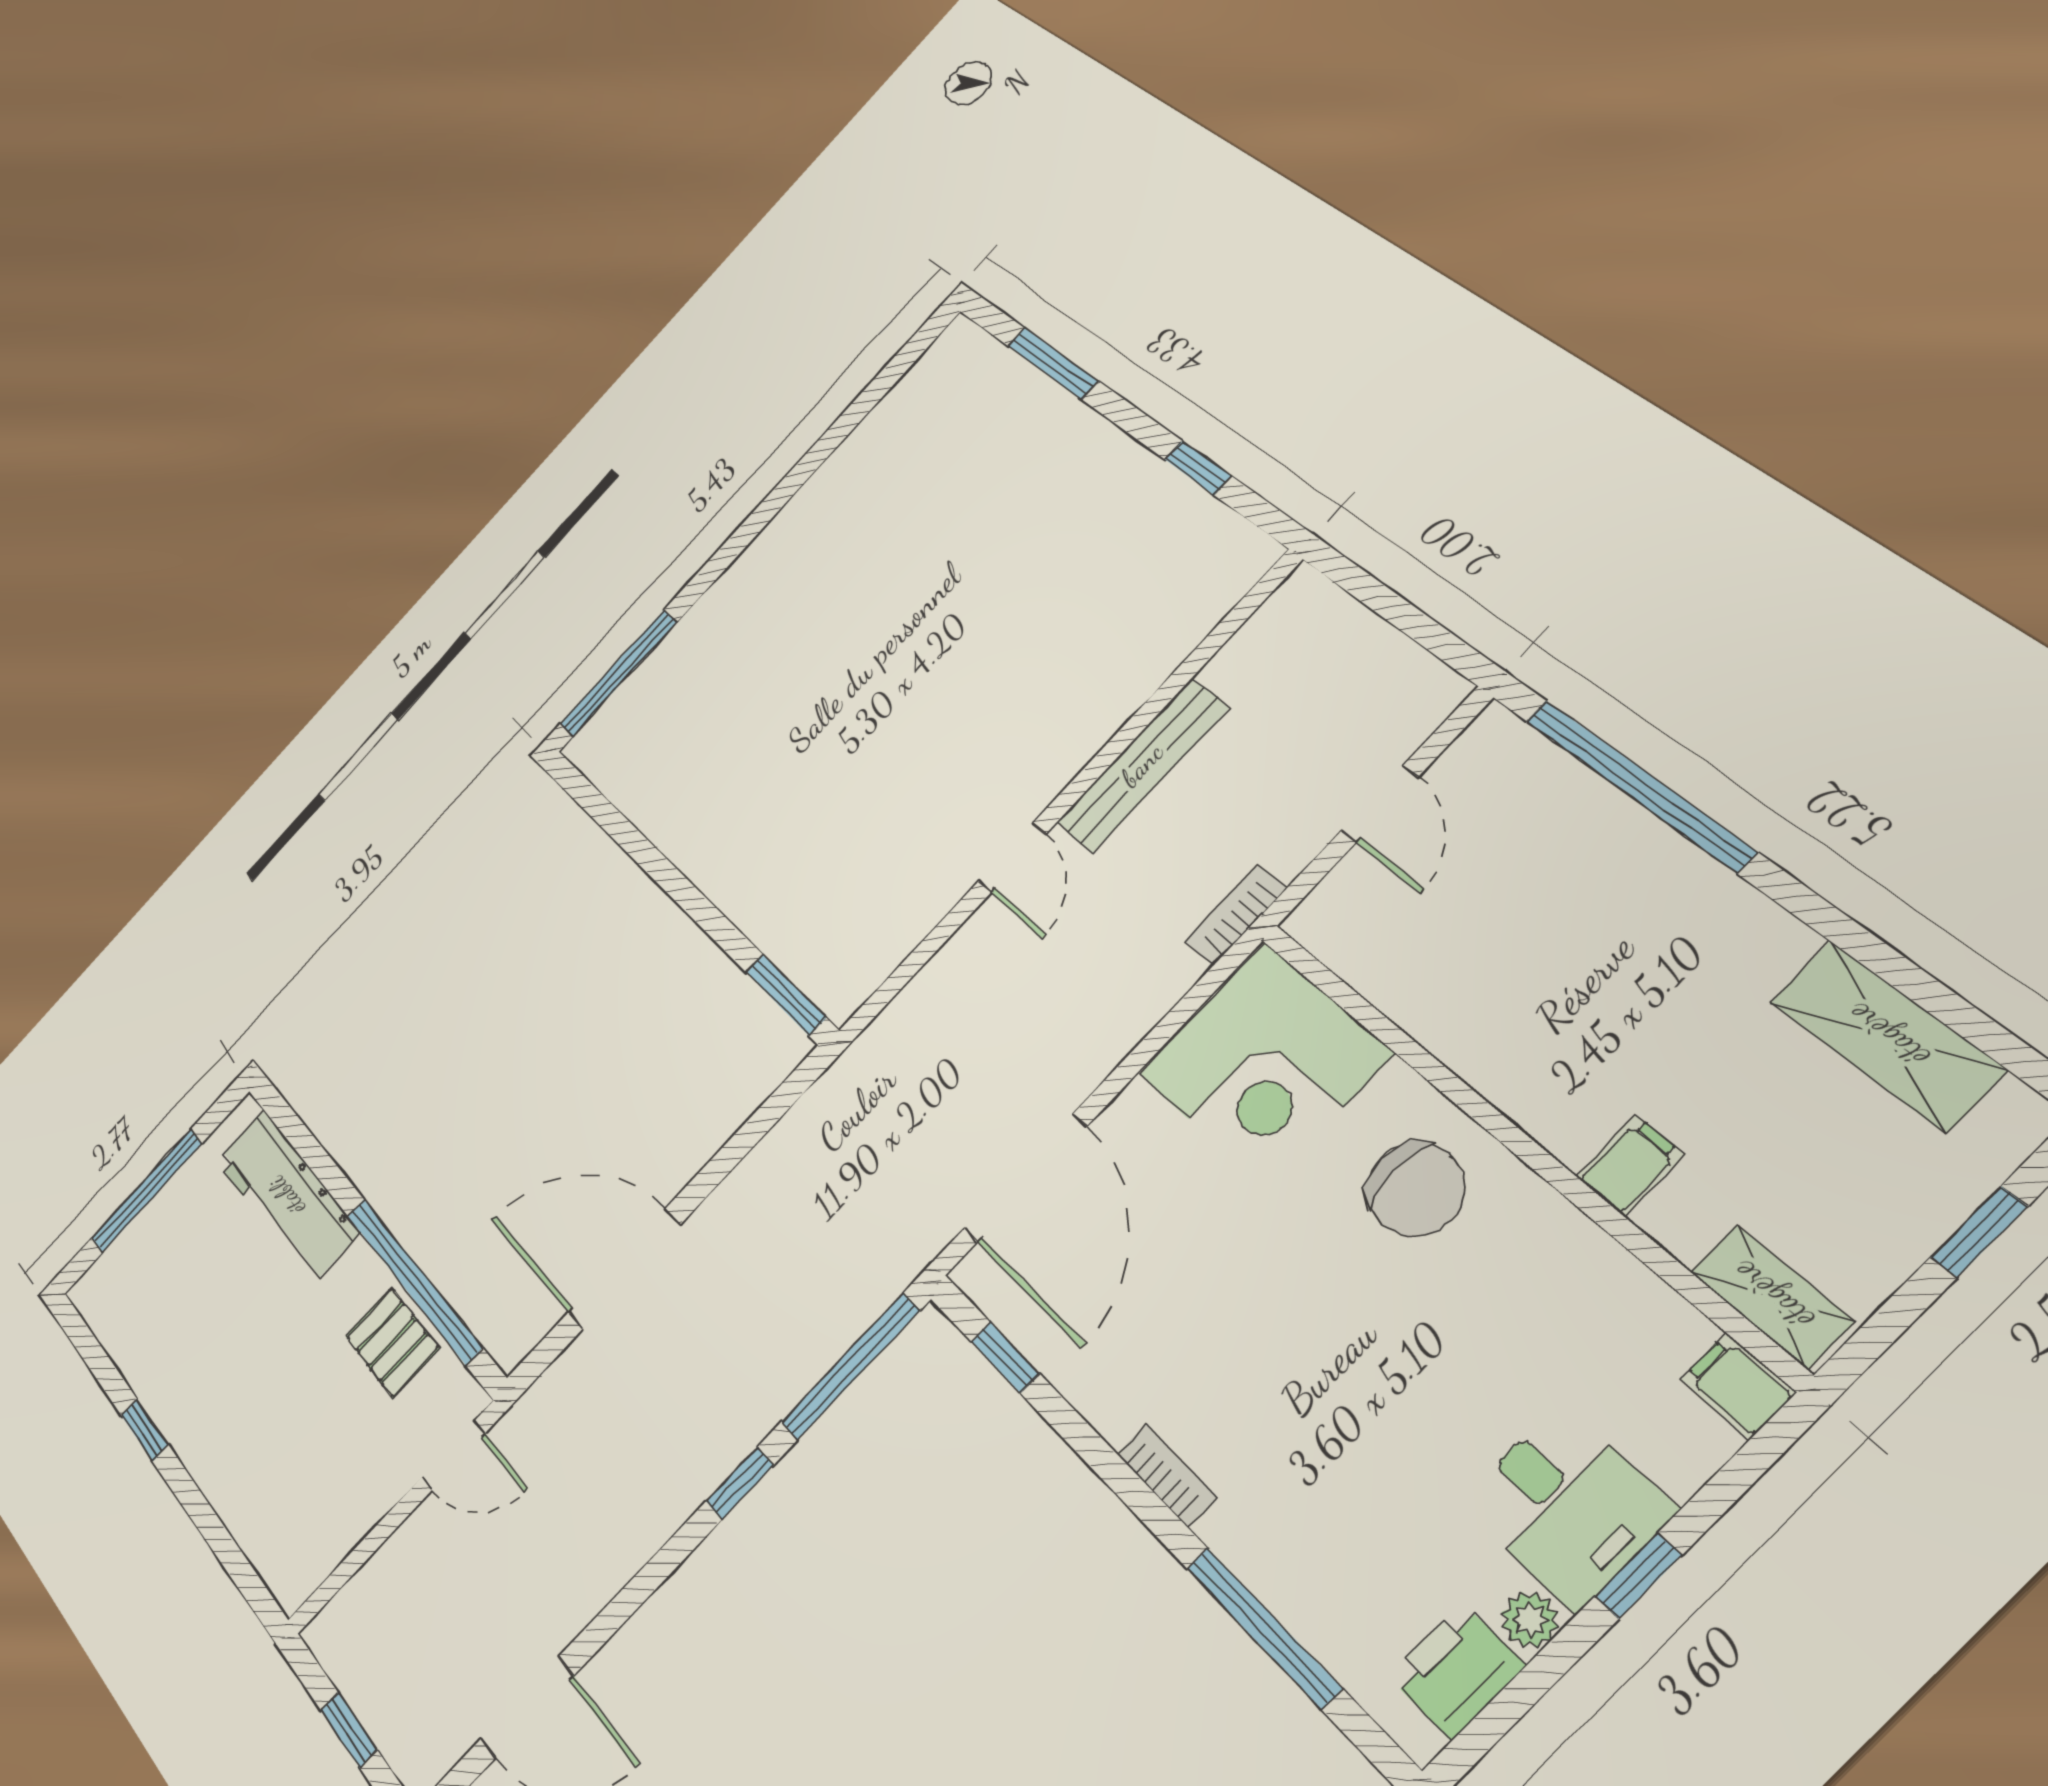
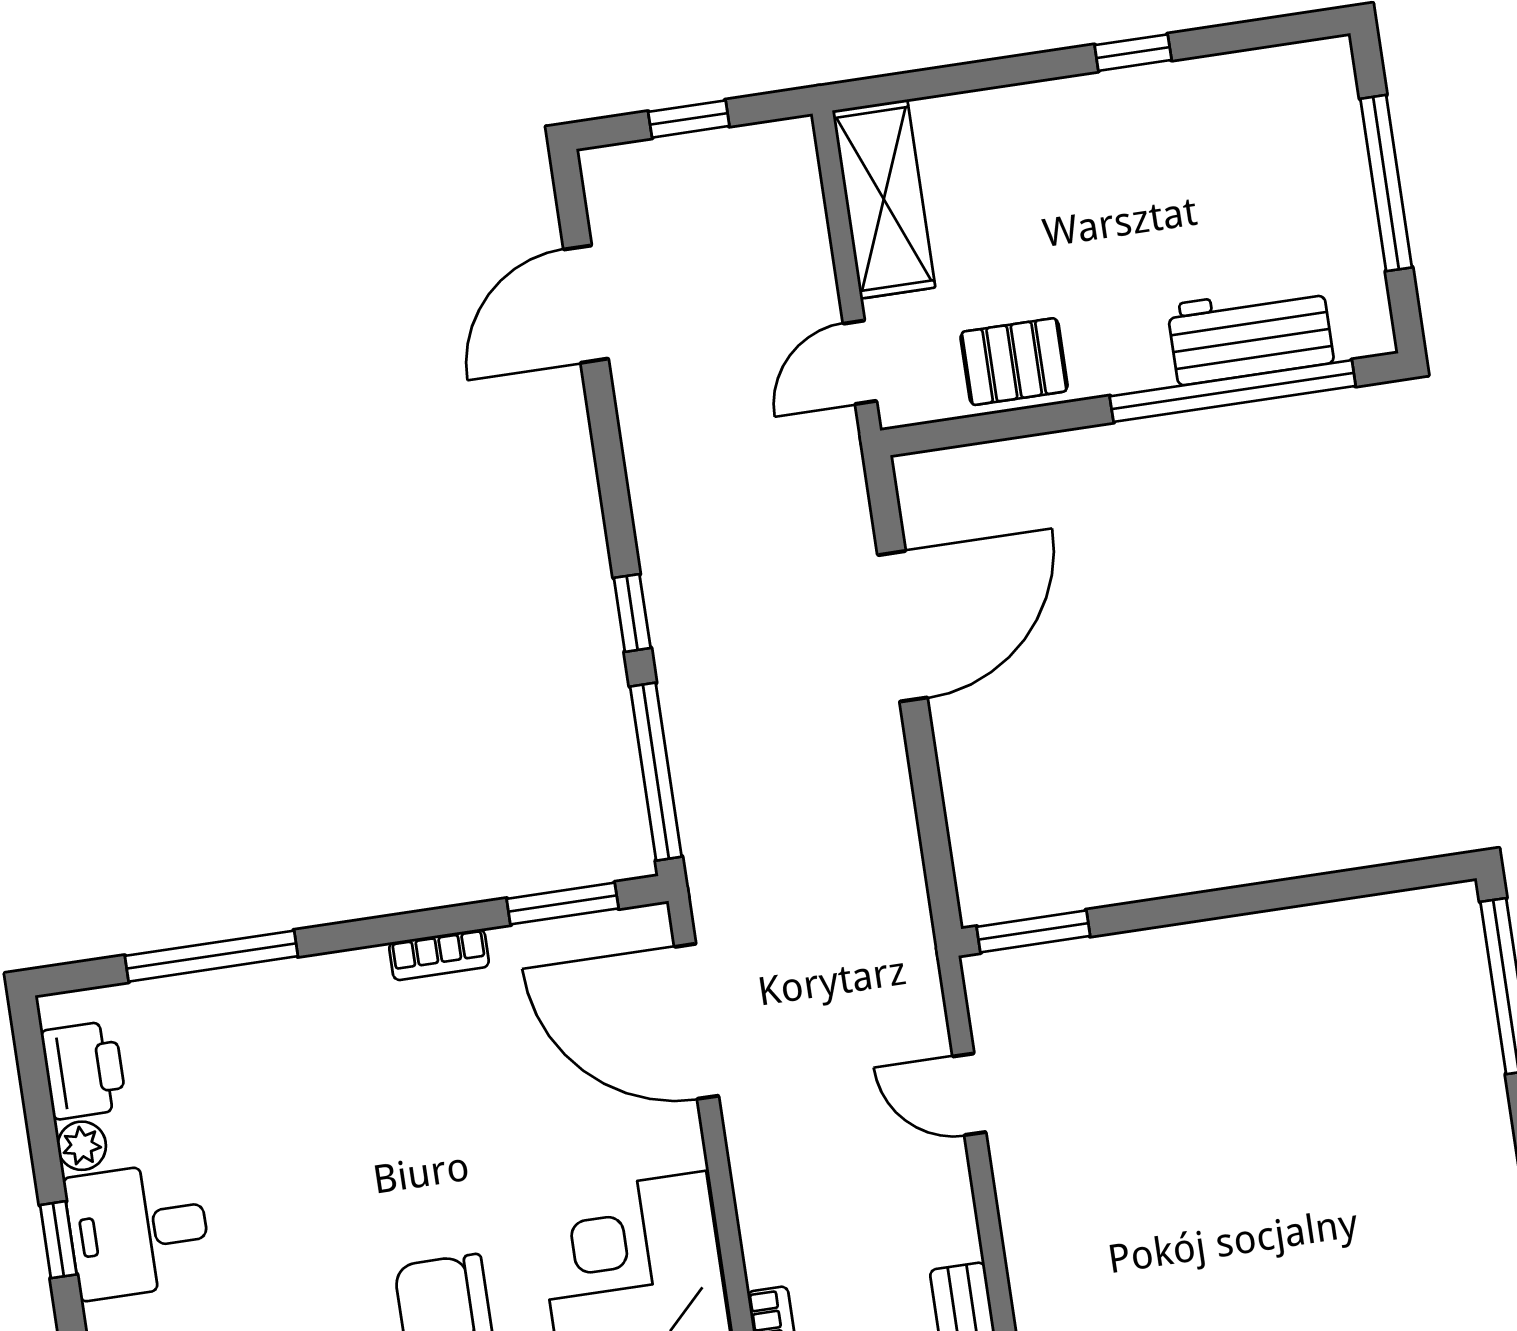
door: (1012, 858) -> (969, 1094), moved
workbench: (287, 1196) -> (1250, 334), width x0.73
window: (414, 1280) -> (1233, 391), moved
window: (1005, 1357) -> (563, 904), width x1.50
bookcase: (1167, 1475) -> (439, 955), moved
shelving: (330, 1530) -> (884, 199), added

